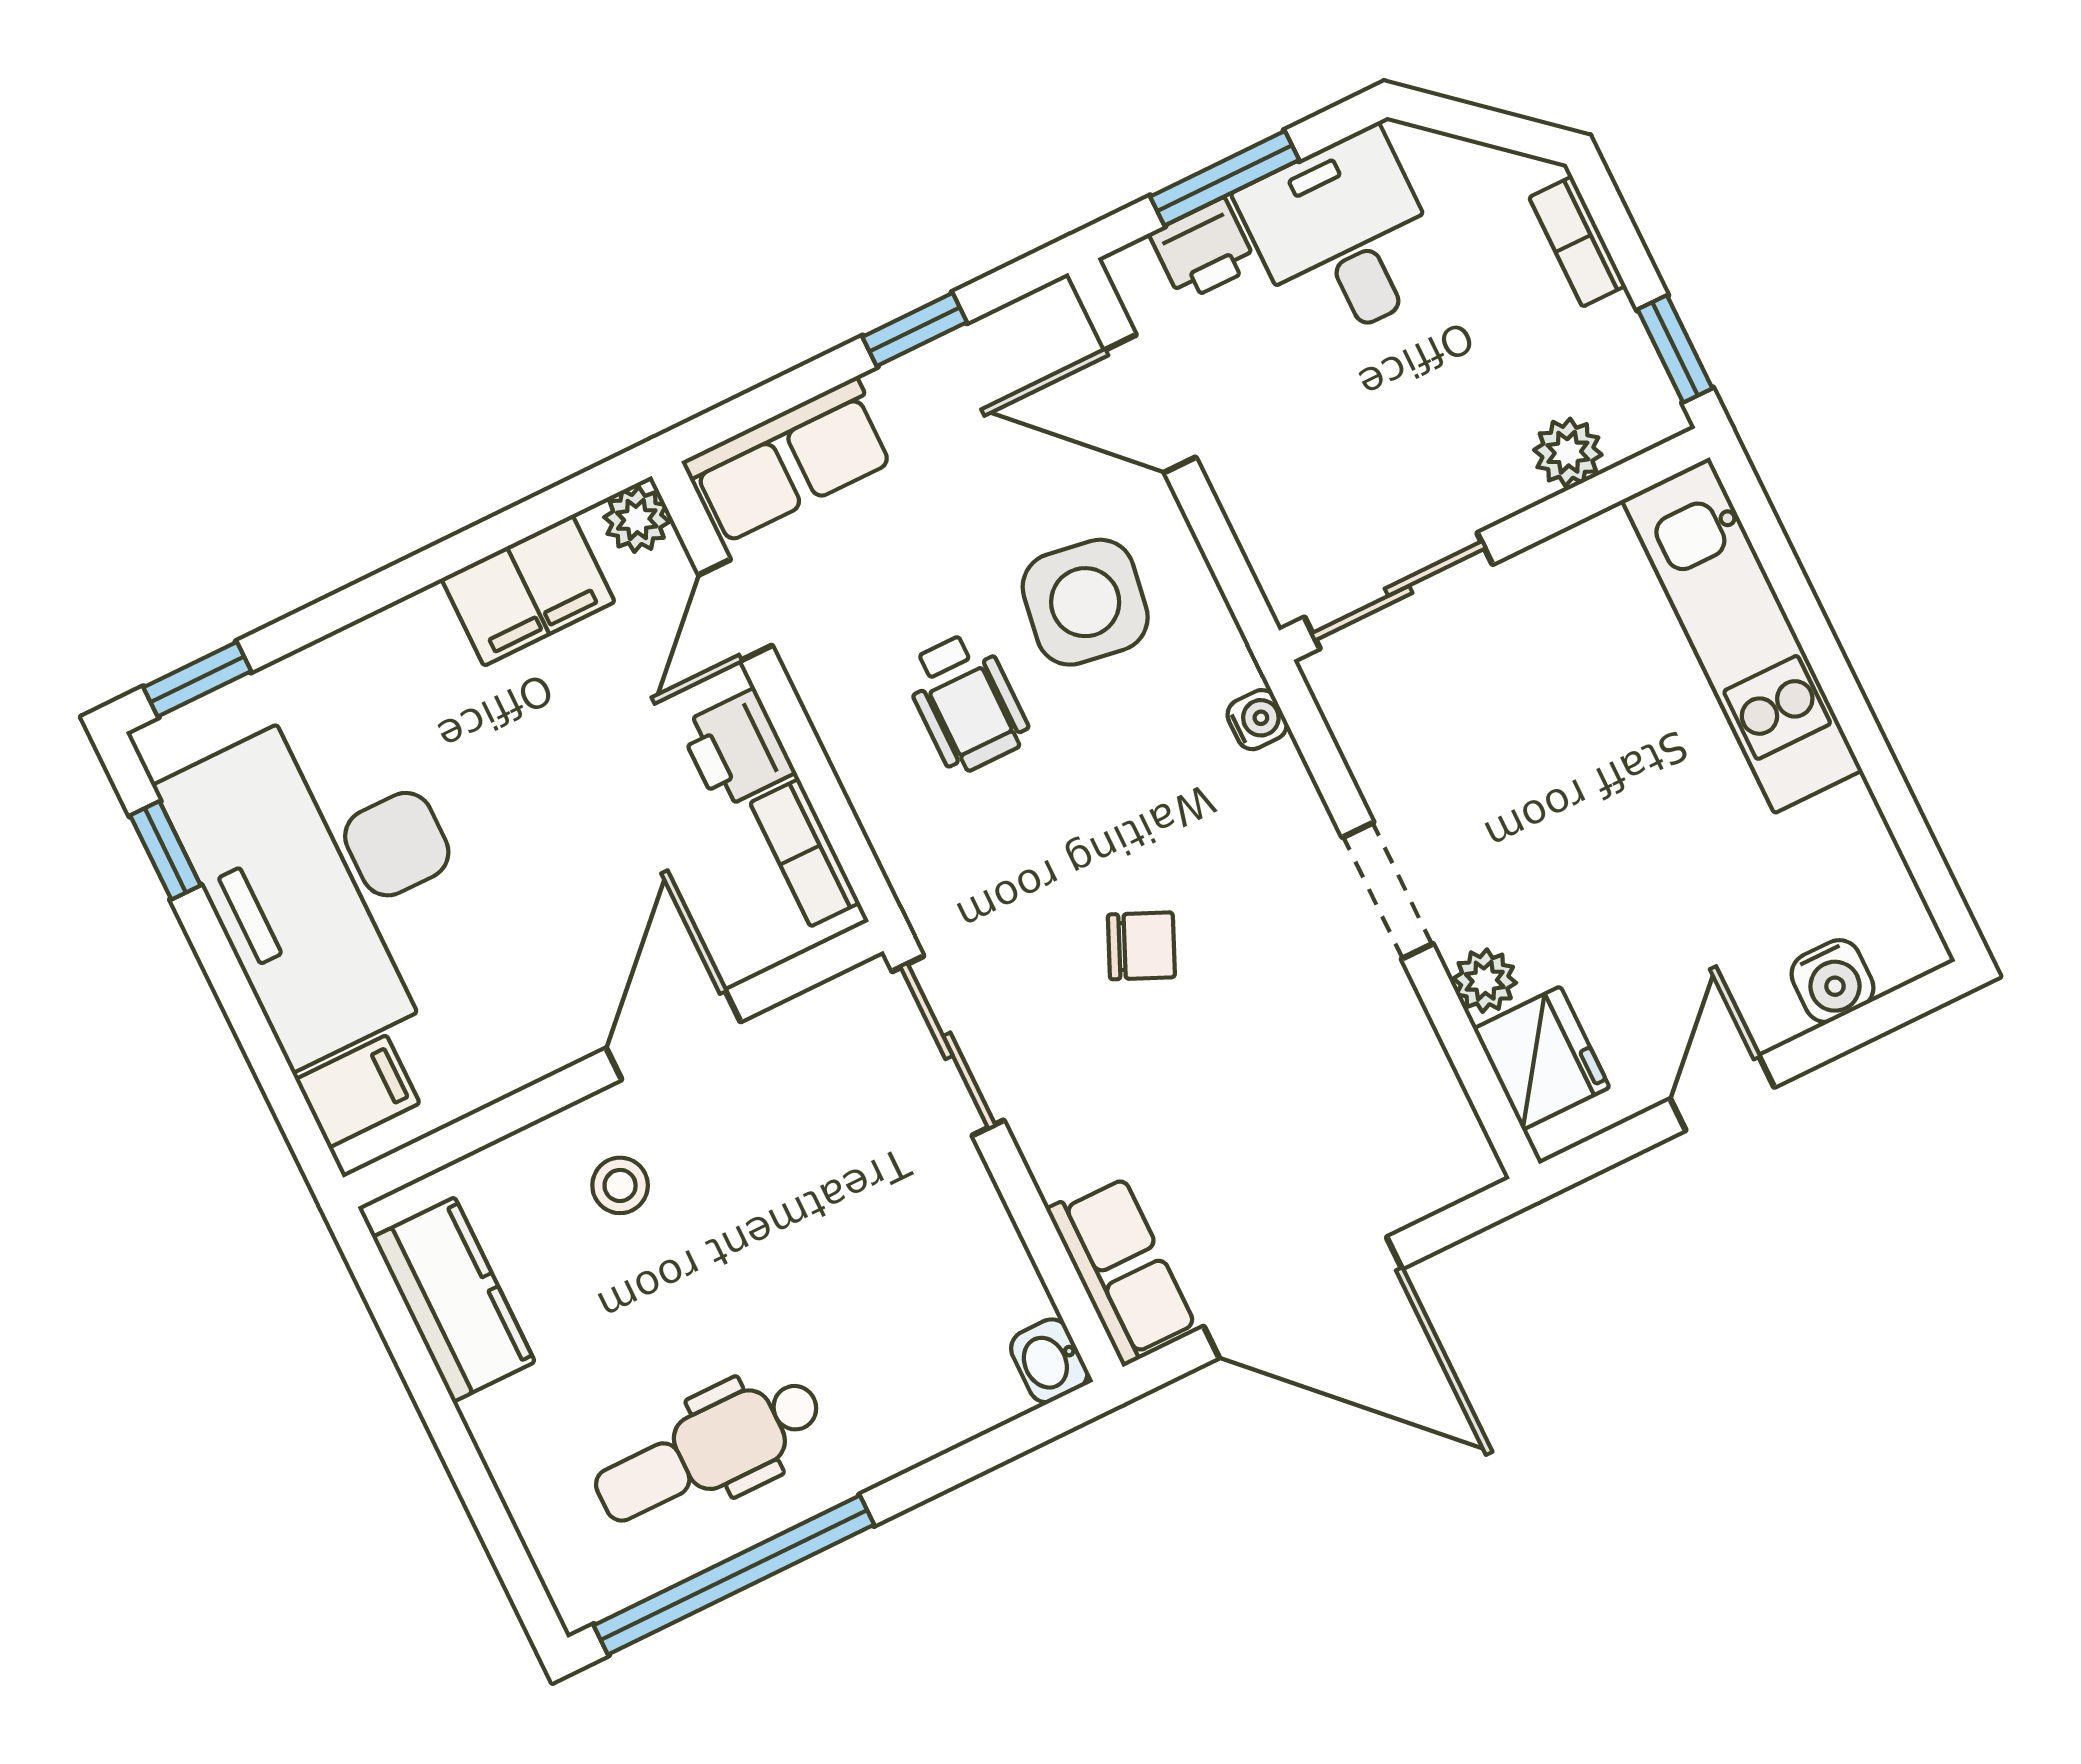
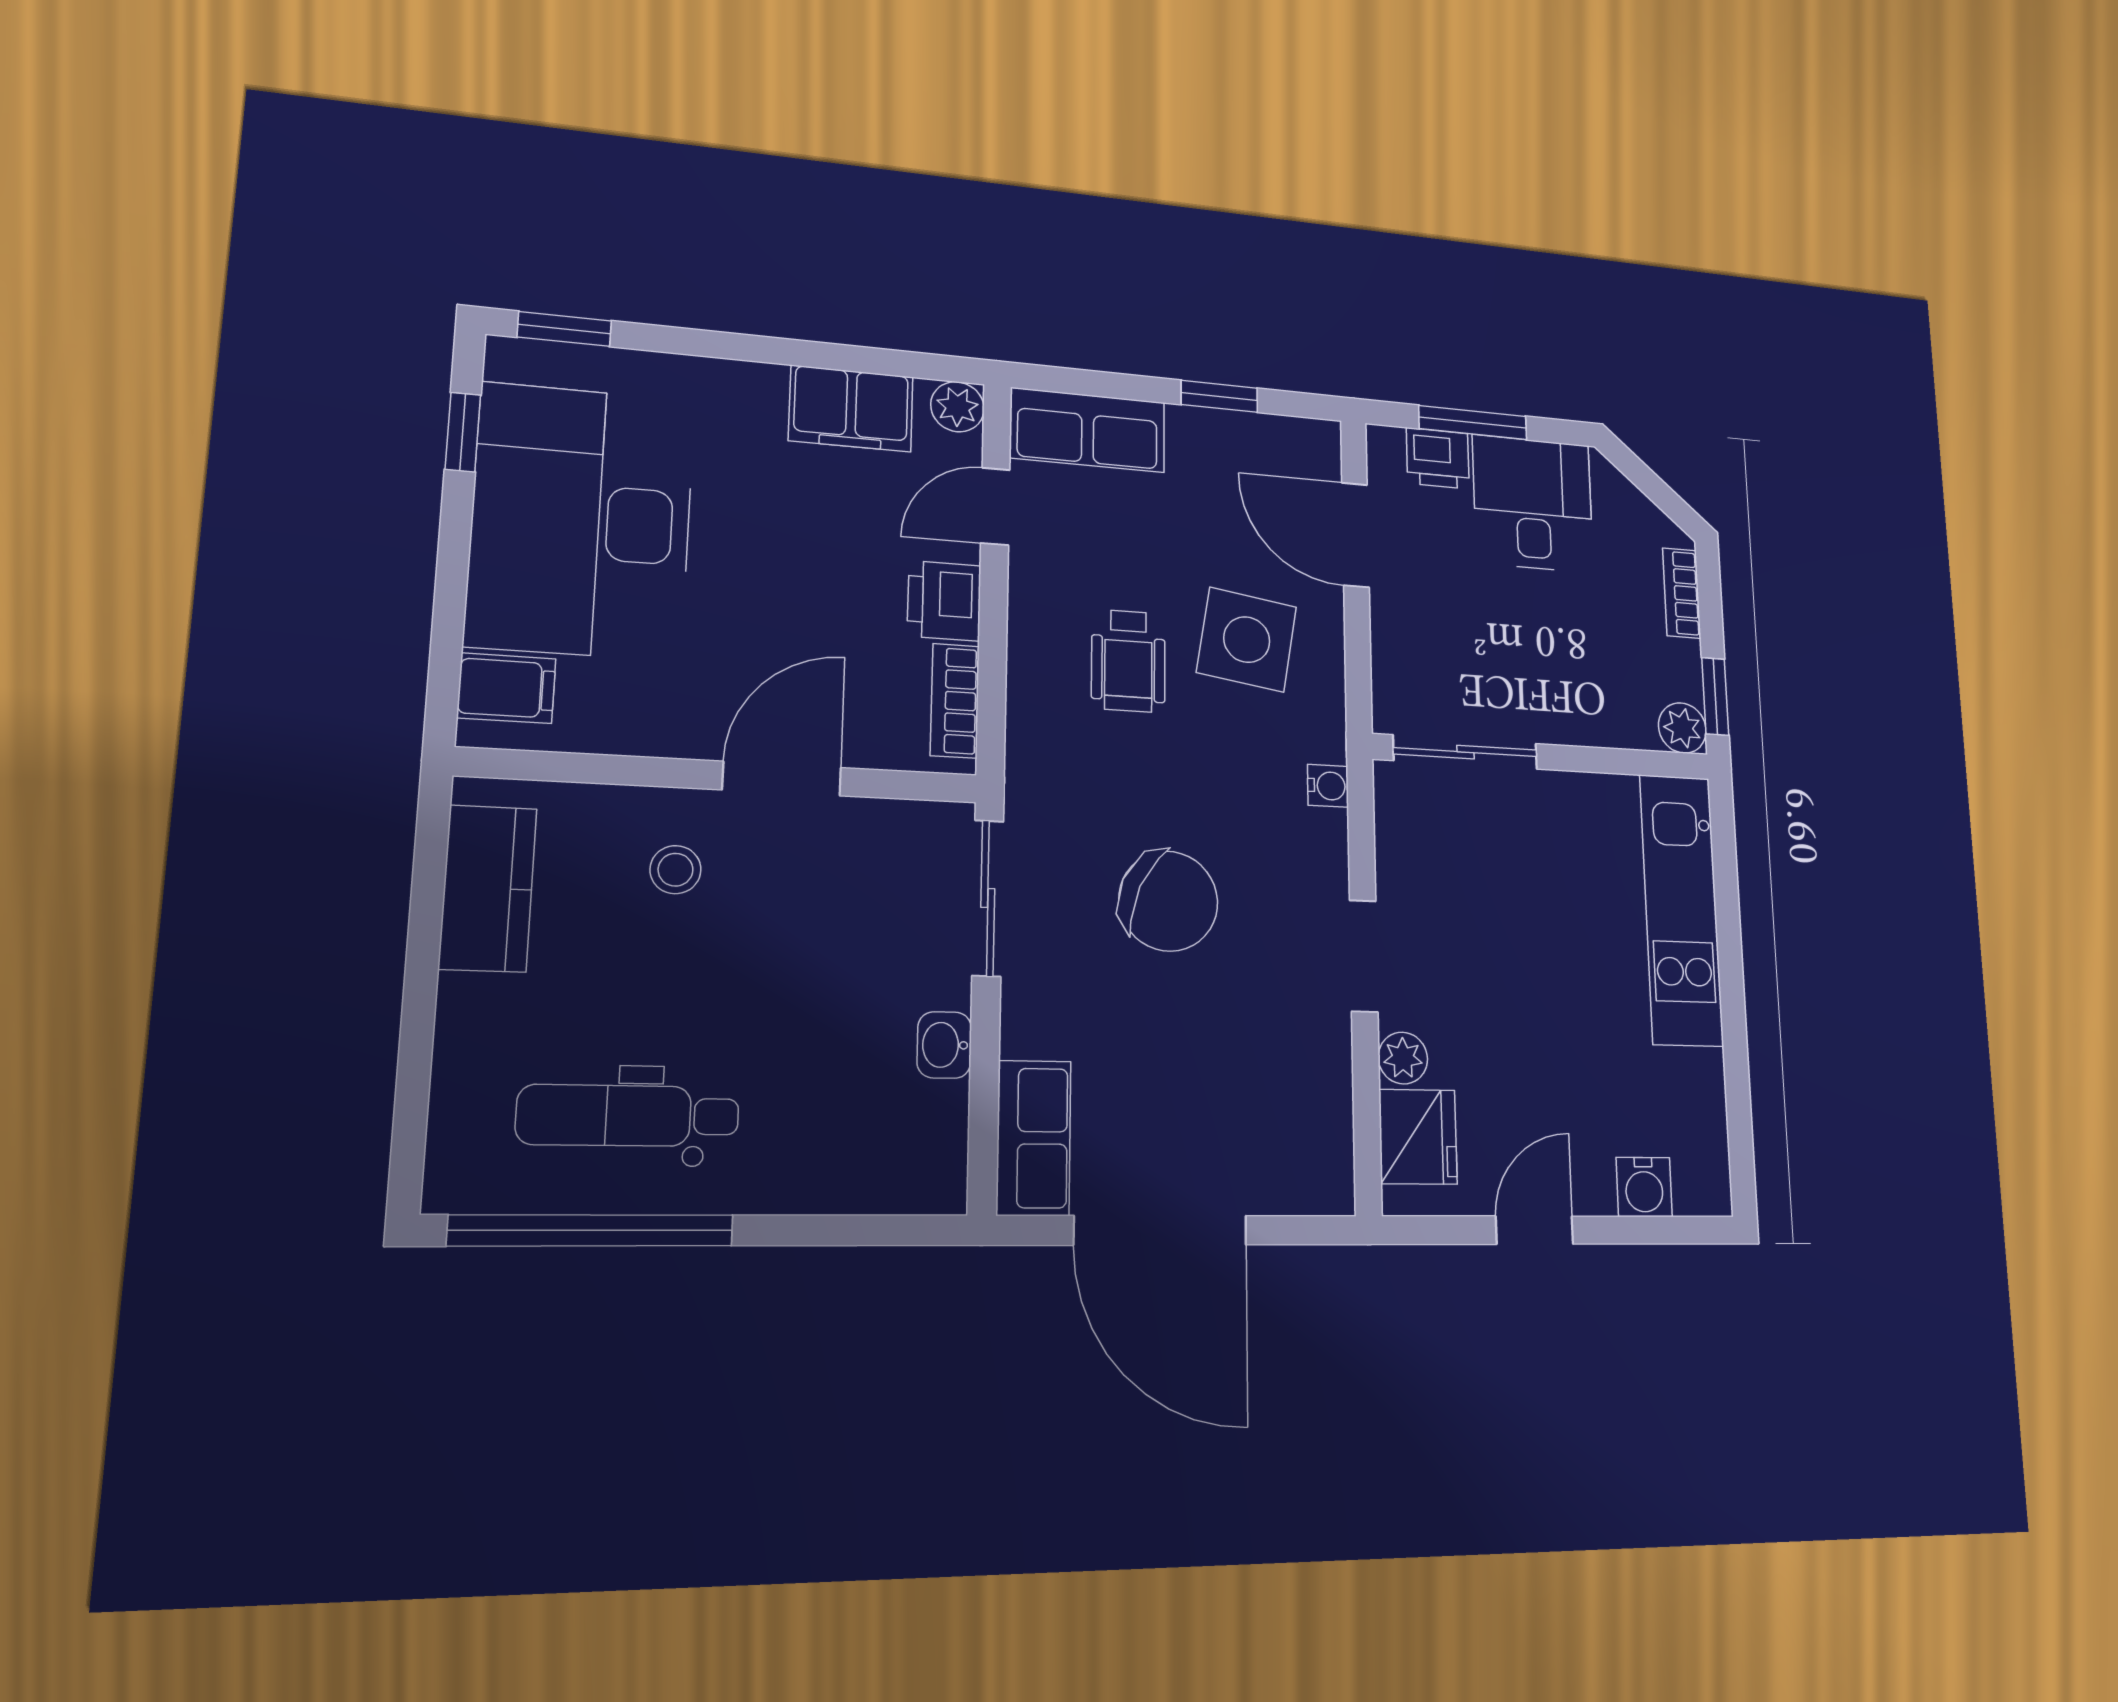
plant: (1568, 452) -> (1682, 728), moved
chair: (1141, 946) -> (1168, 901), width x1.87, depth x1.87
washbasin: (1049, 1361) -> (944, 1045), moved

